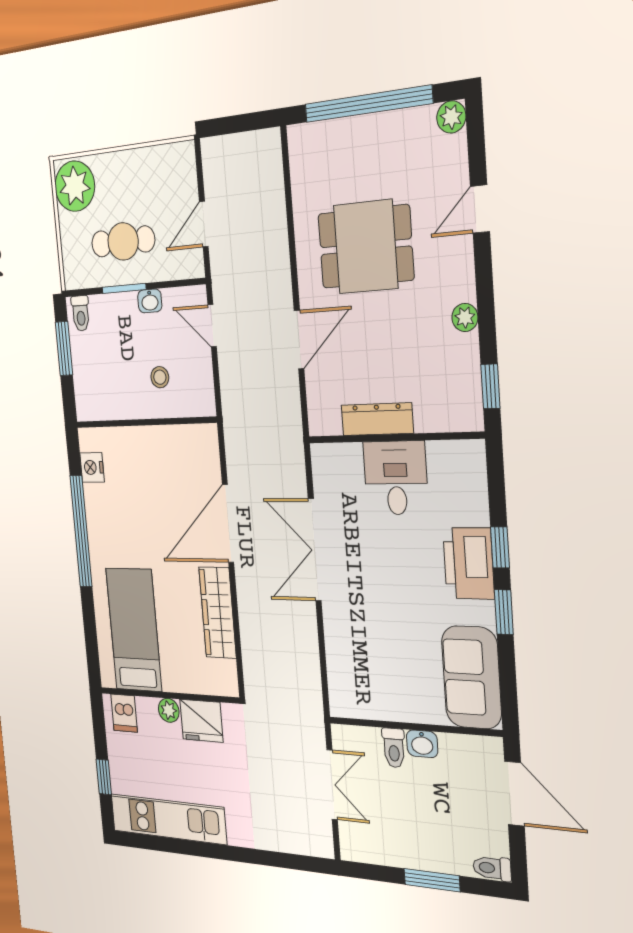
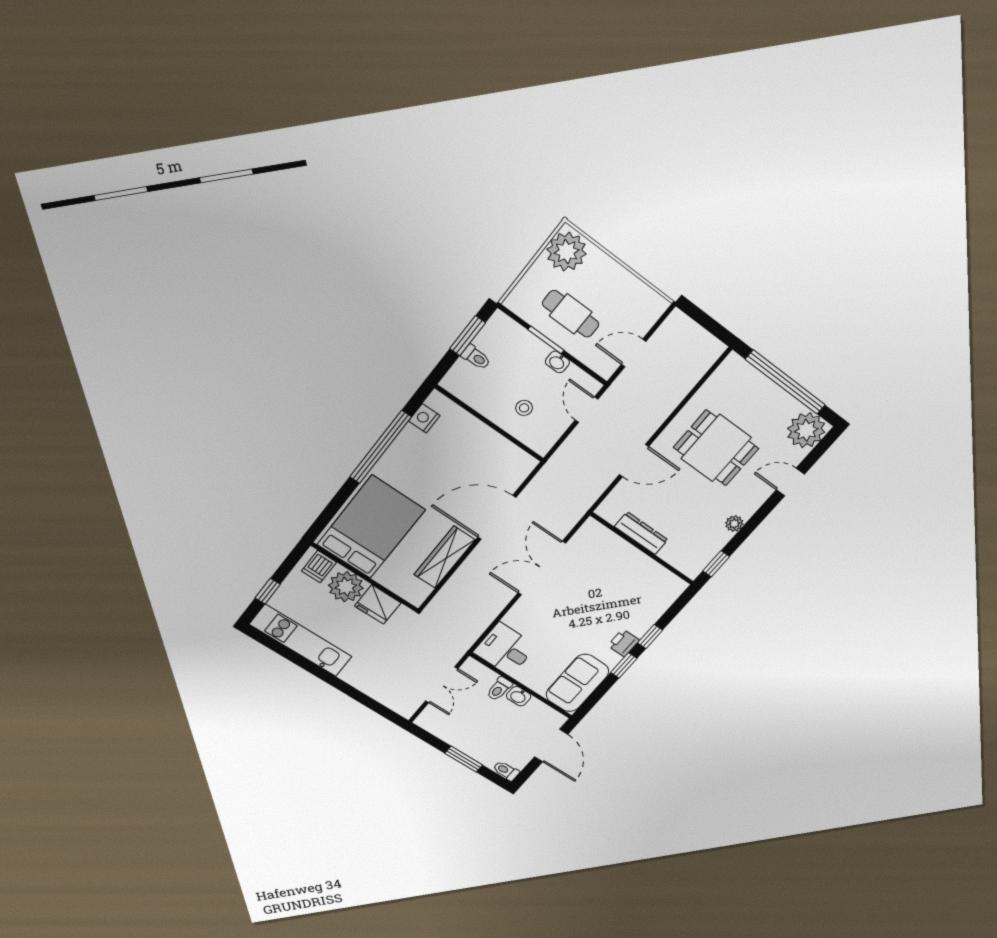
plant: (451, 117) -> (806, 430), width x1.88, depth x1.88
toilet: (81, 313) -> (476, 357), moved, turned -90
desk: (396, 478) -> (505, 649), moved, turned -90
printer: (469, 563) -> (624, 643), width x0.53, depth x0.68
bed: (134, 630) -> (371, 527), width x1.50
plant: (169, 710) -> (346, 587), width x1.87, depth x1.87

